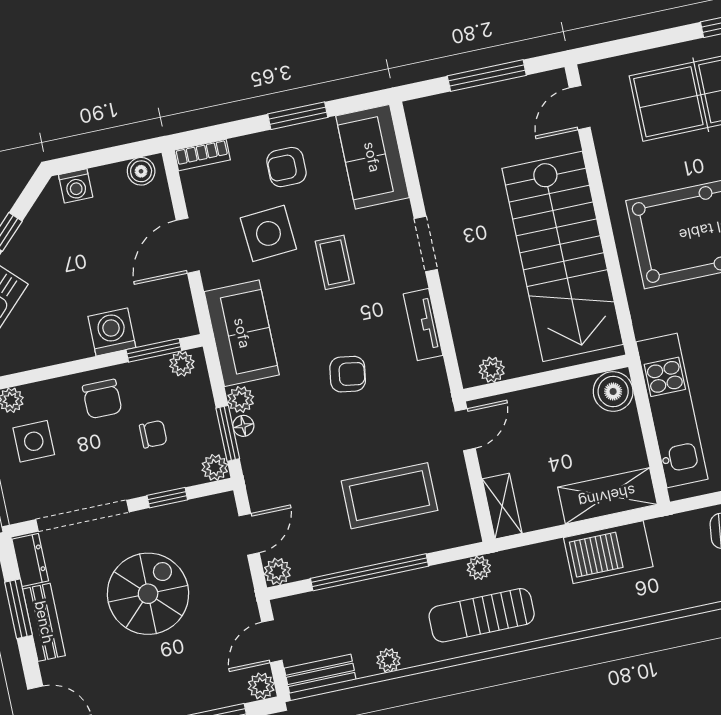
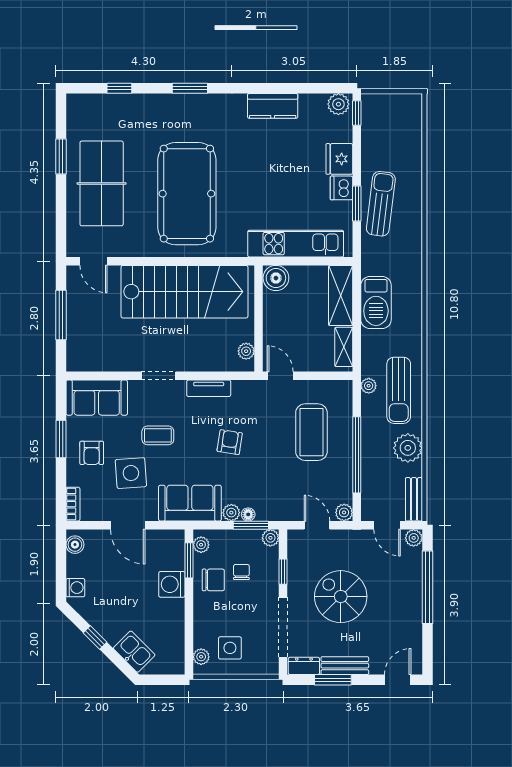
chair: (102, 399) -> (213, 580), moved
shelving: (502, 506) -> (344, 347), moved, turned 90
plant: (389, 660) -> (408, 448), width x1.88, depth x1.88

